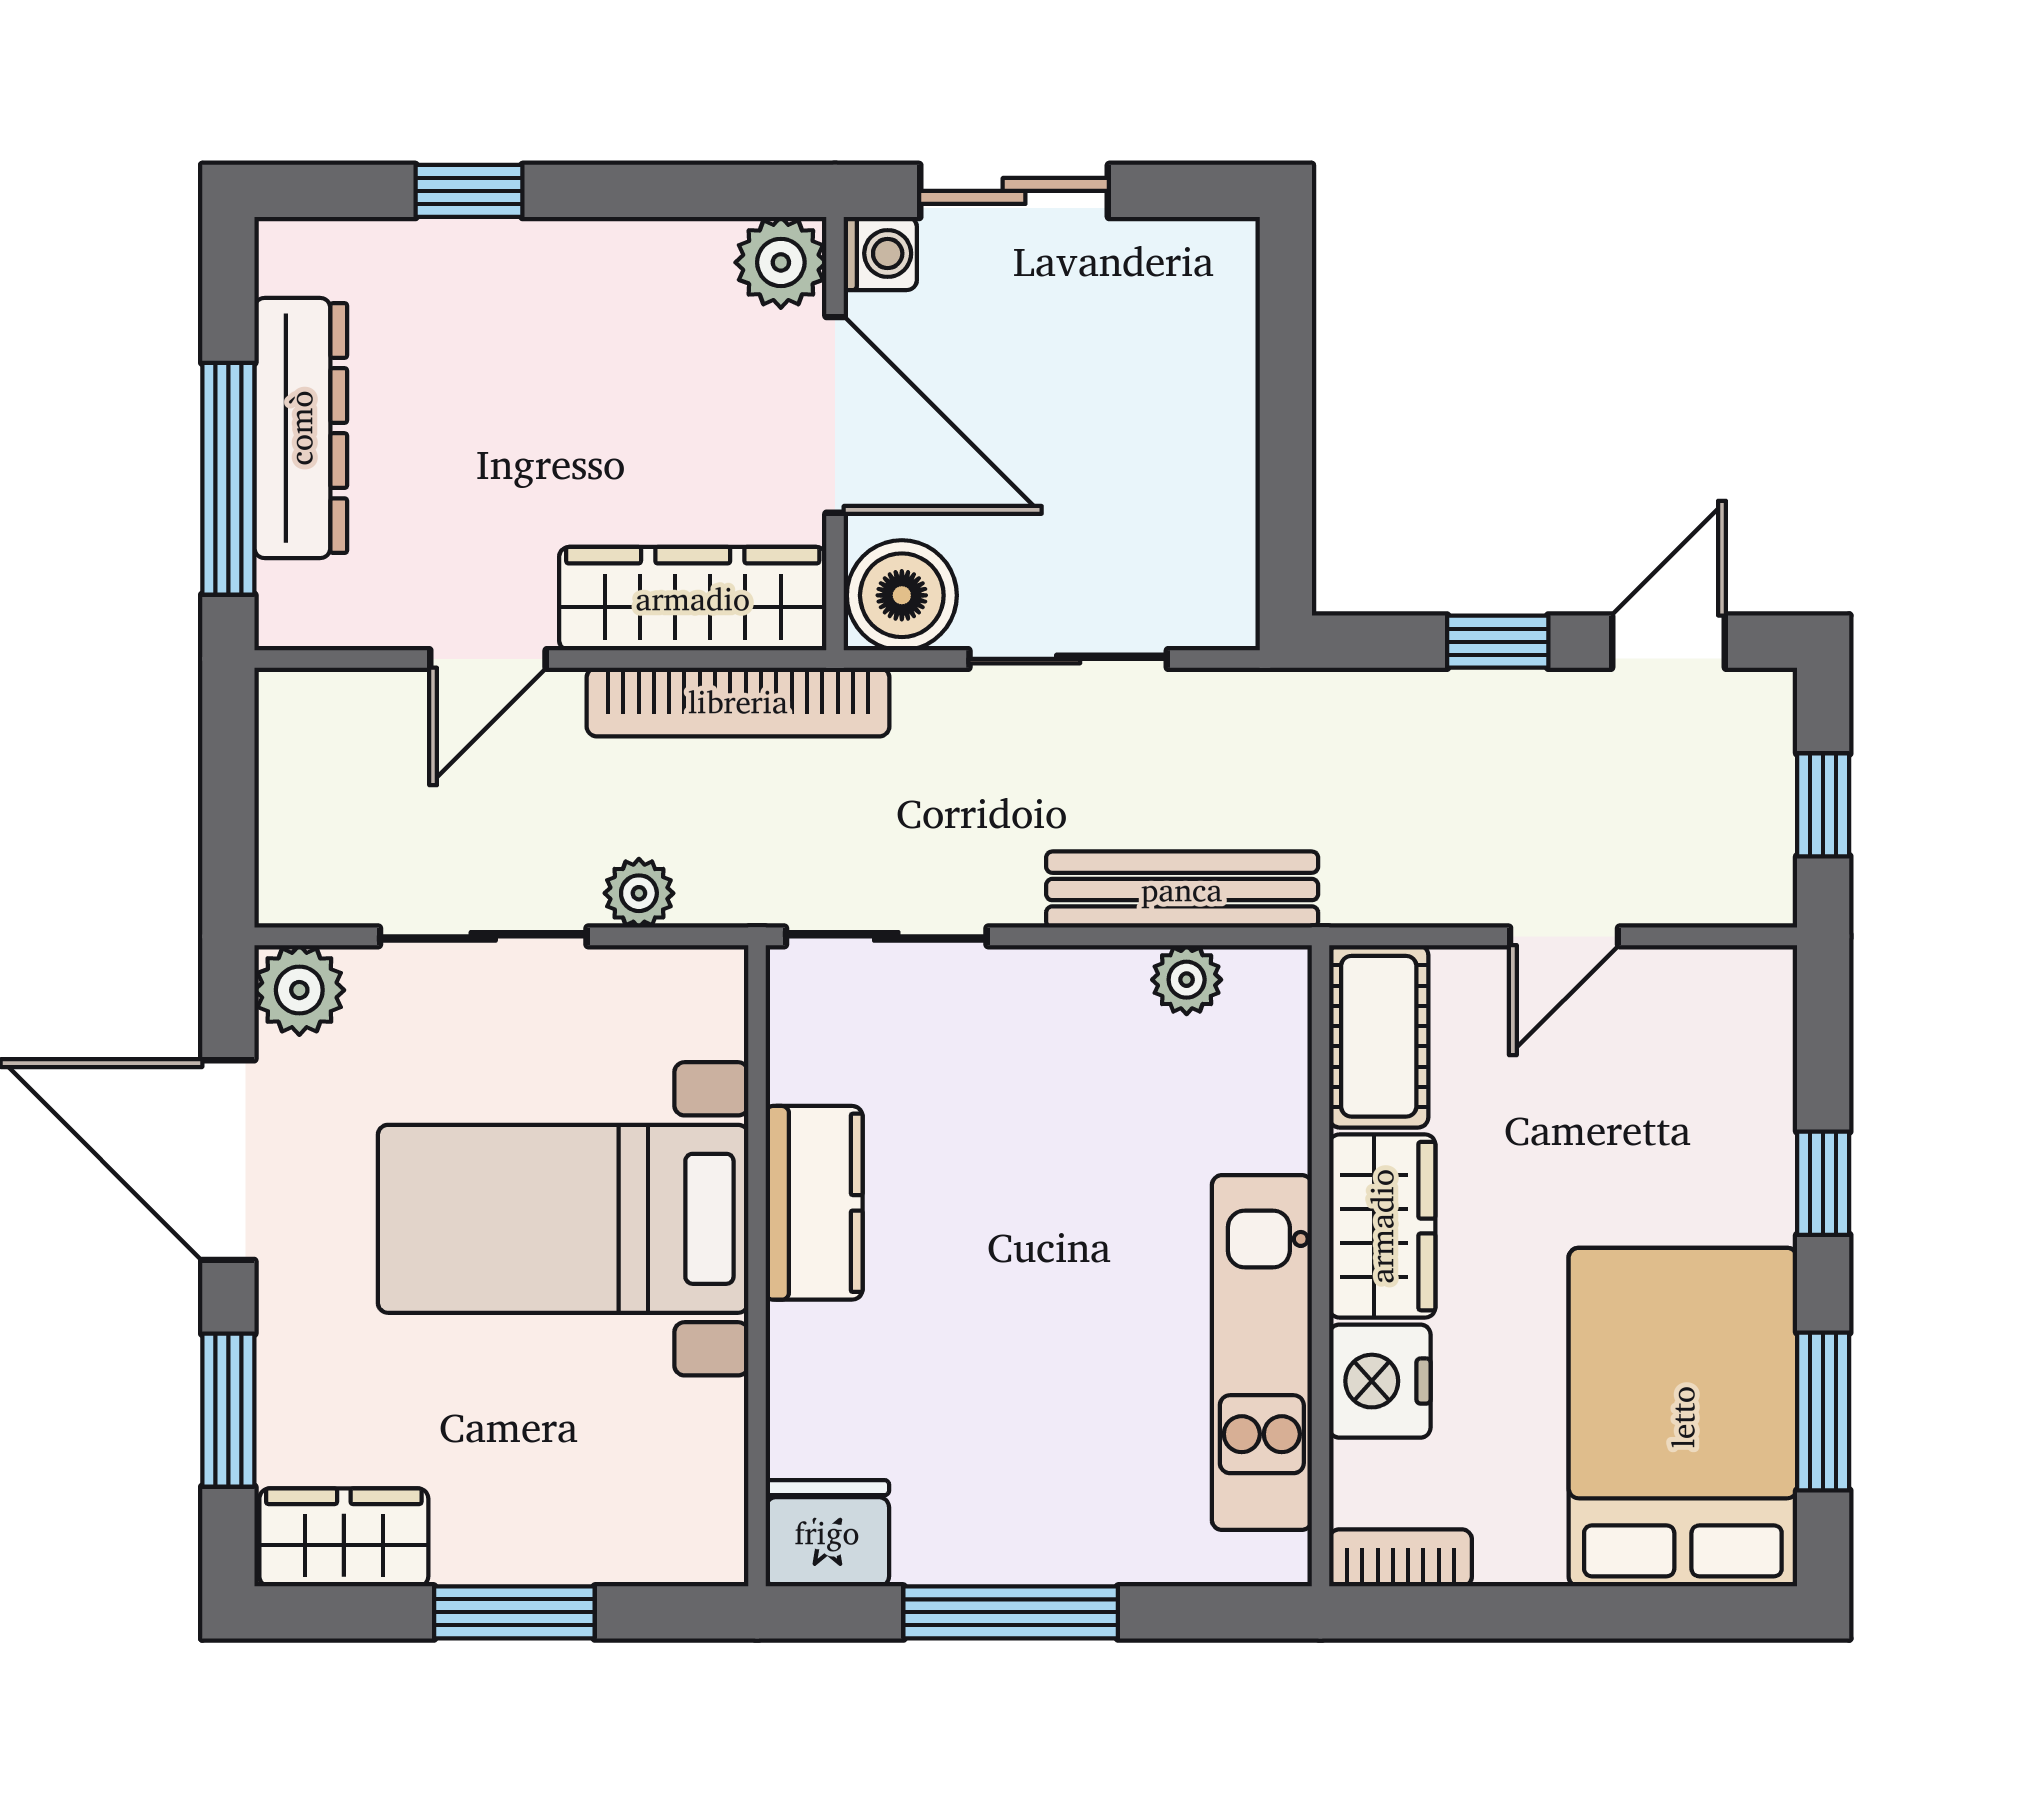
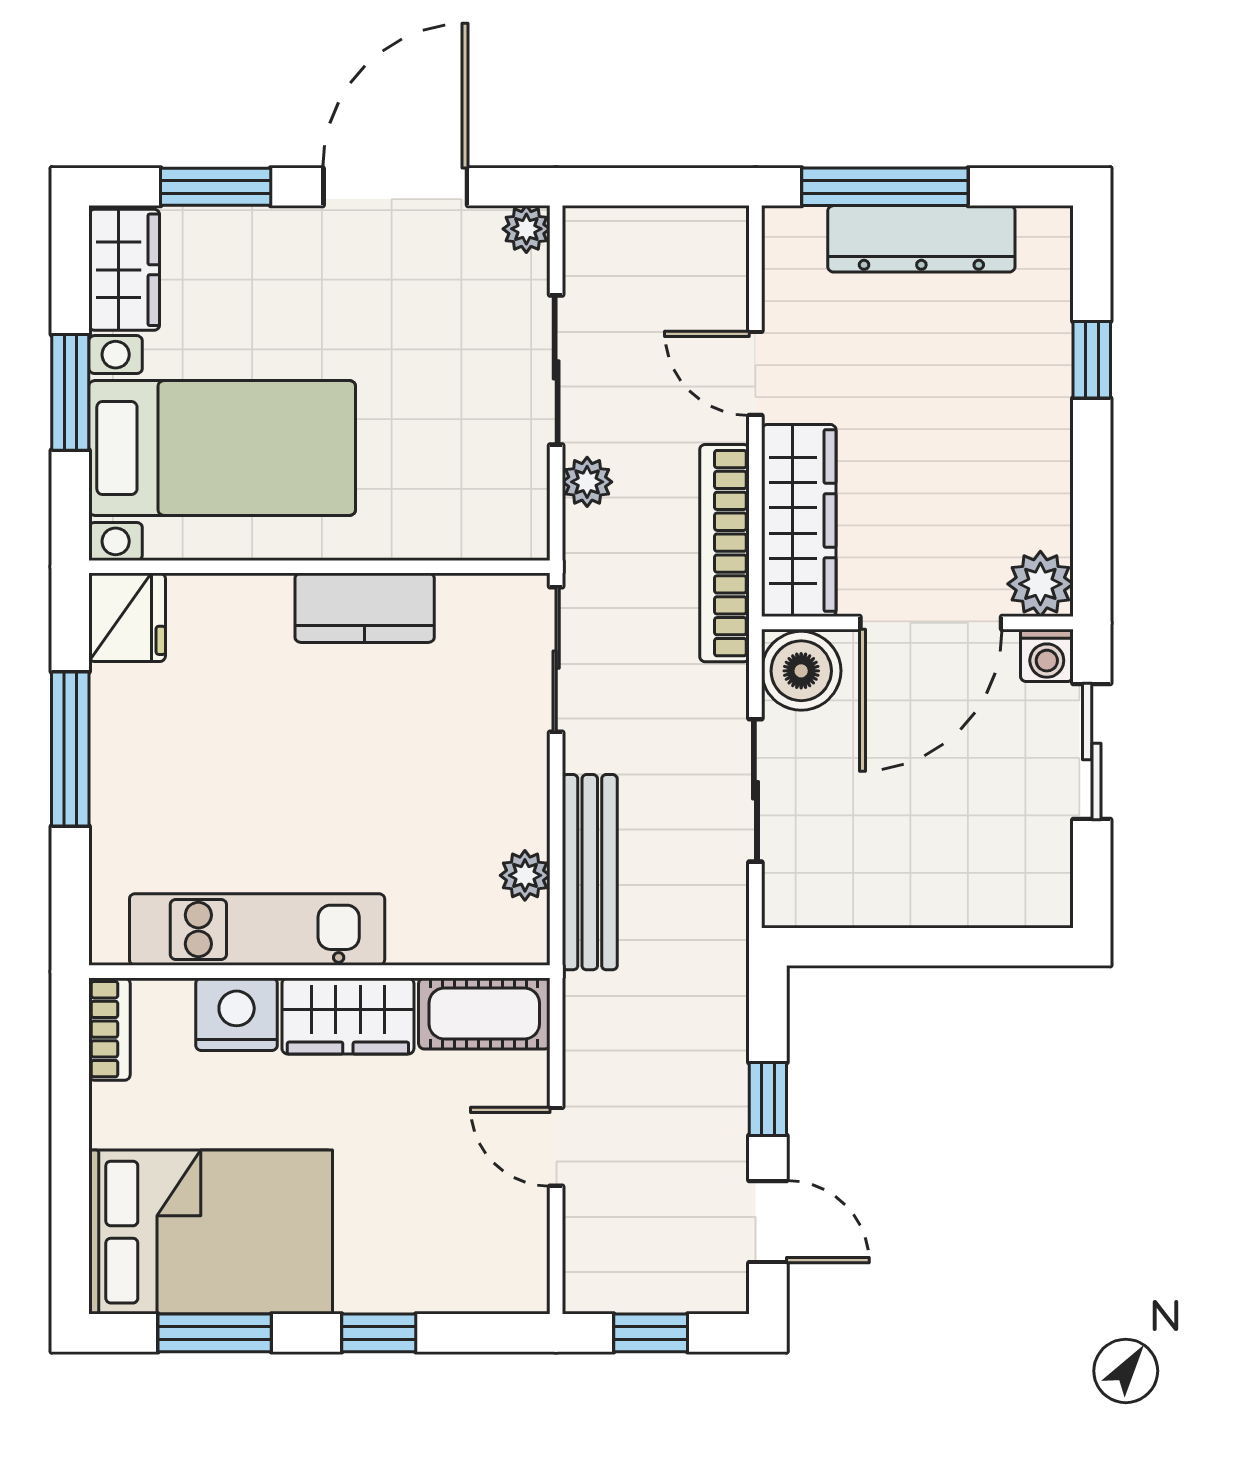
plant: (299, 990) -> (526, 229), width x0.73, depth x0.73
bed with nightstands: (563, 1219) -> (222, 448), moved, turned 90

